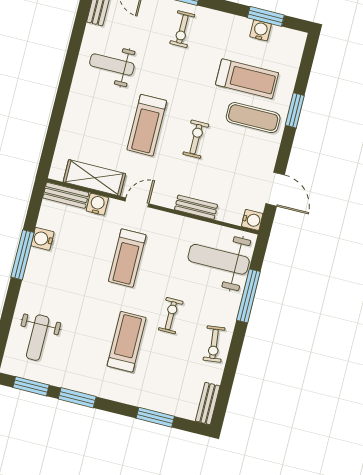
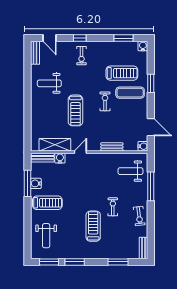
water cooler: (261, 30) -> (143, 46), moved
exercise bike: (196, 139) -> (105, 101), moved
window: (22, 255) -> (27, 183), moved
treadmill: (127, 258) -> (47, 203), moved, turned -90
weight bench: (219, 259) -> (130, 171), width x0.73, depth x0.75

